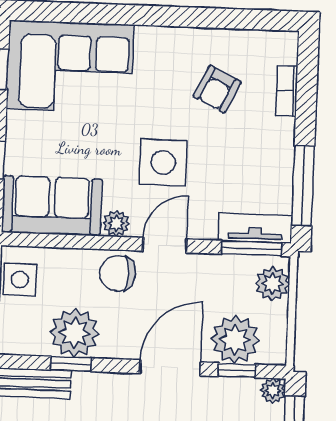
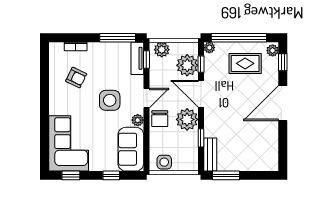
door: (165, 245) -> (146, 98), swing flipped
window: (251, 248) -> (146, 60), width x0.67
plant: (75, 333) -> (187, 119), moved

